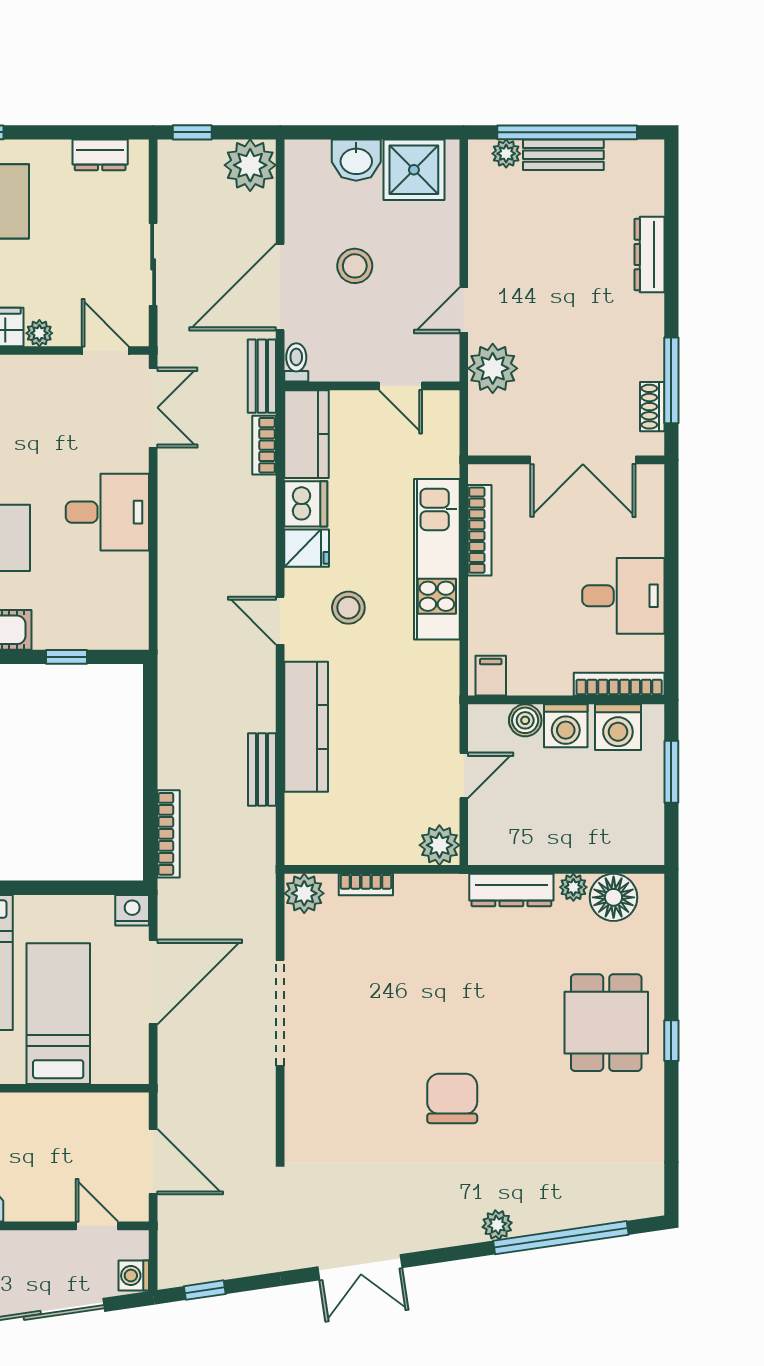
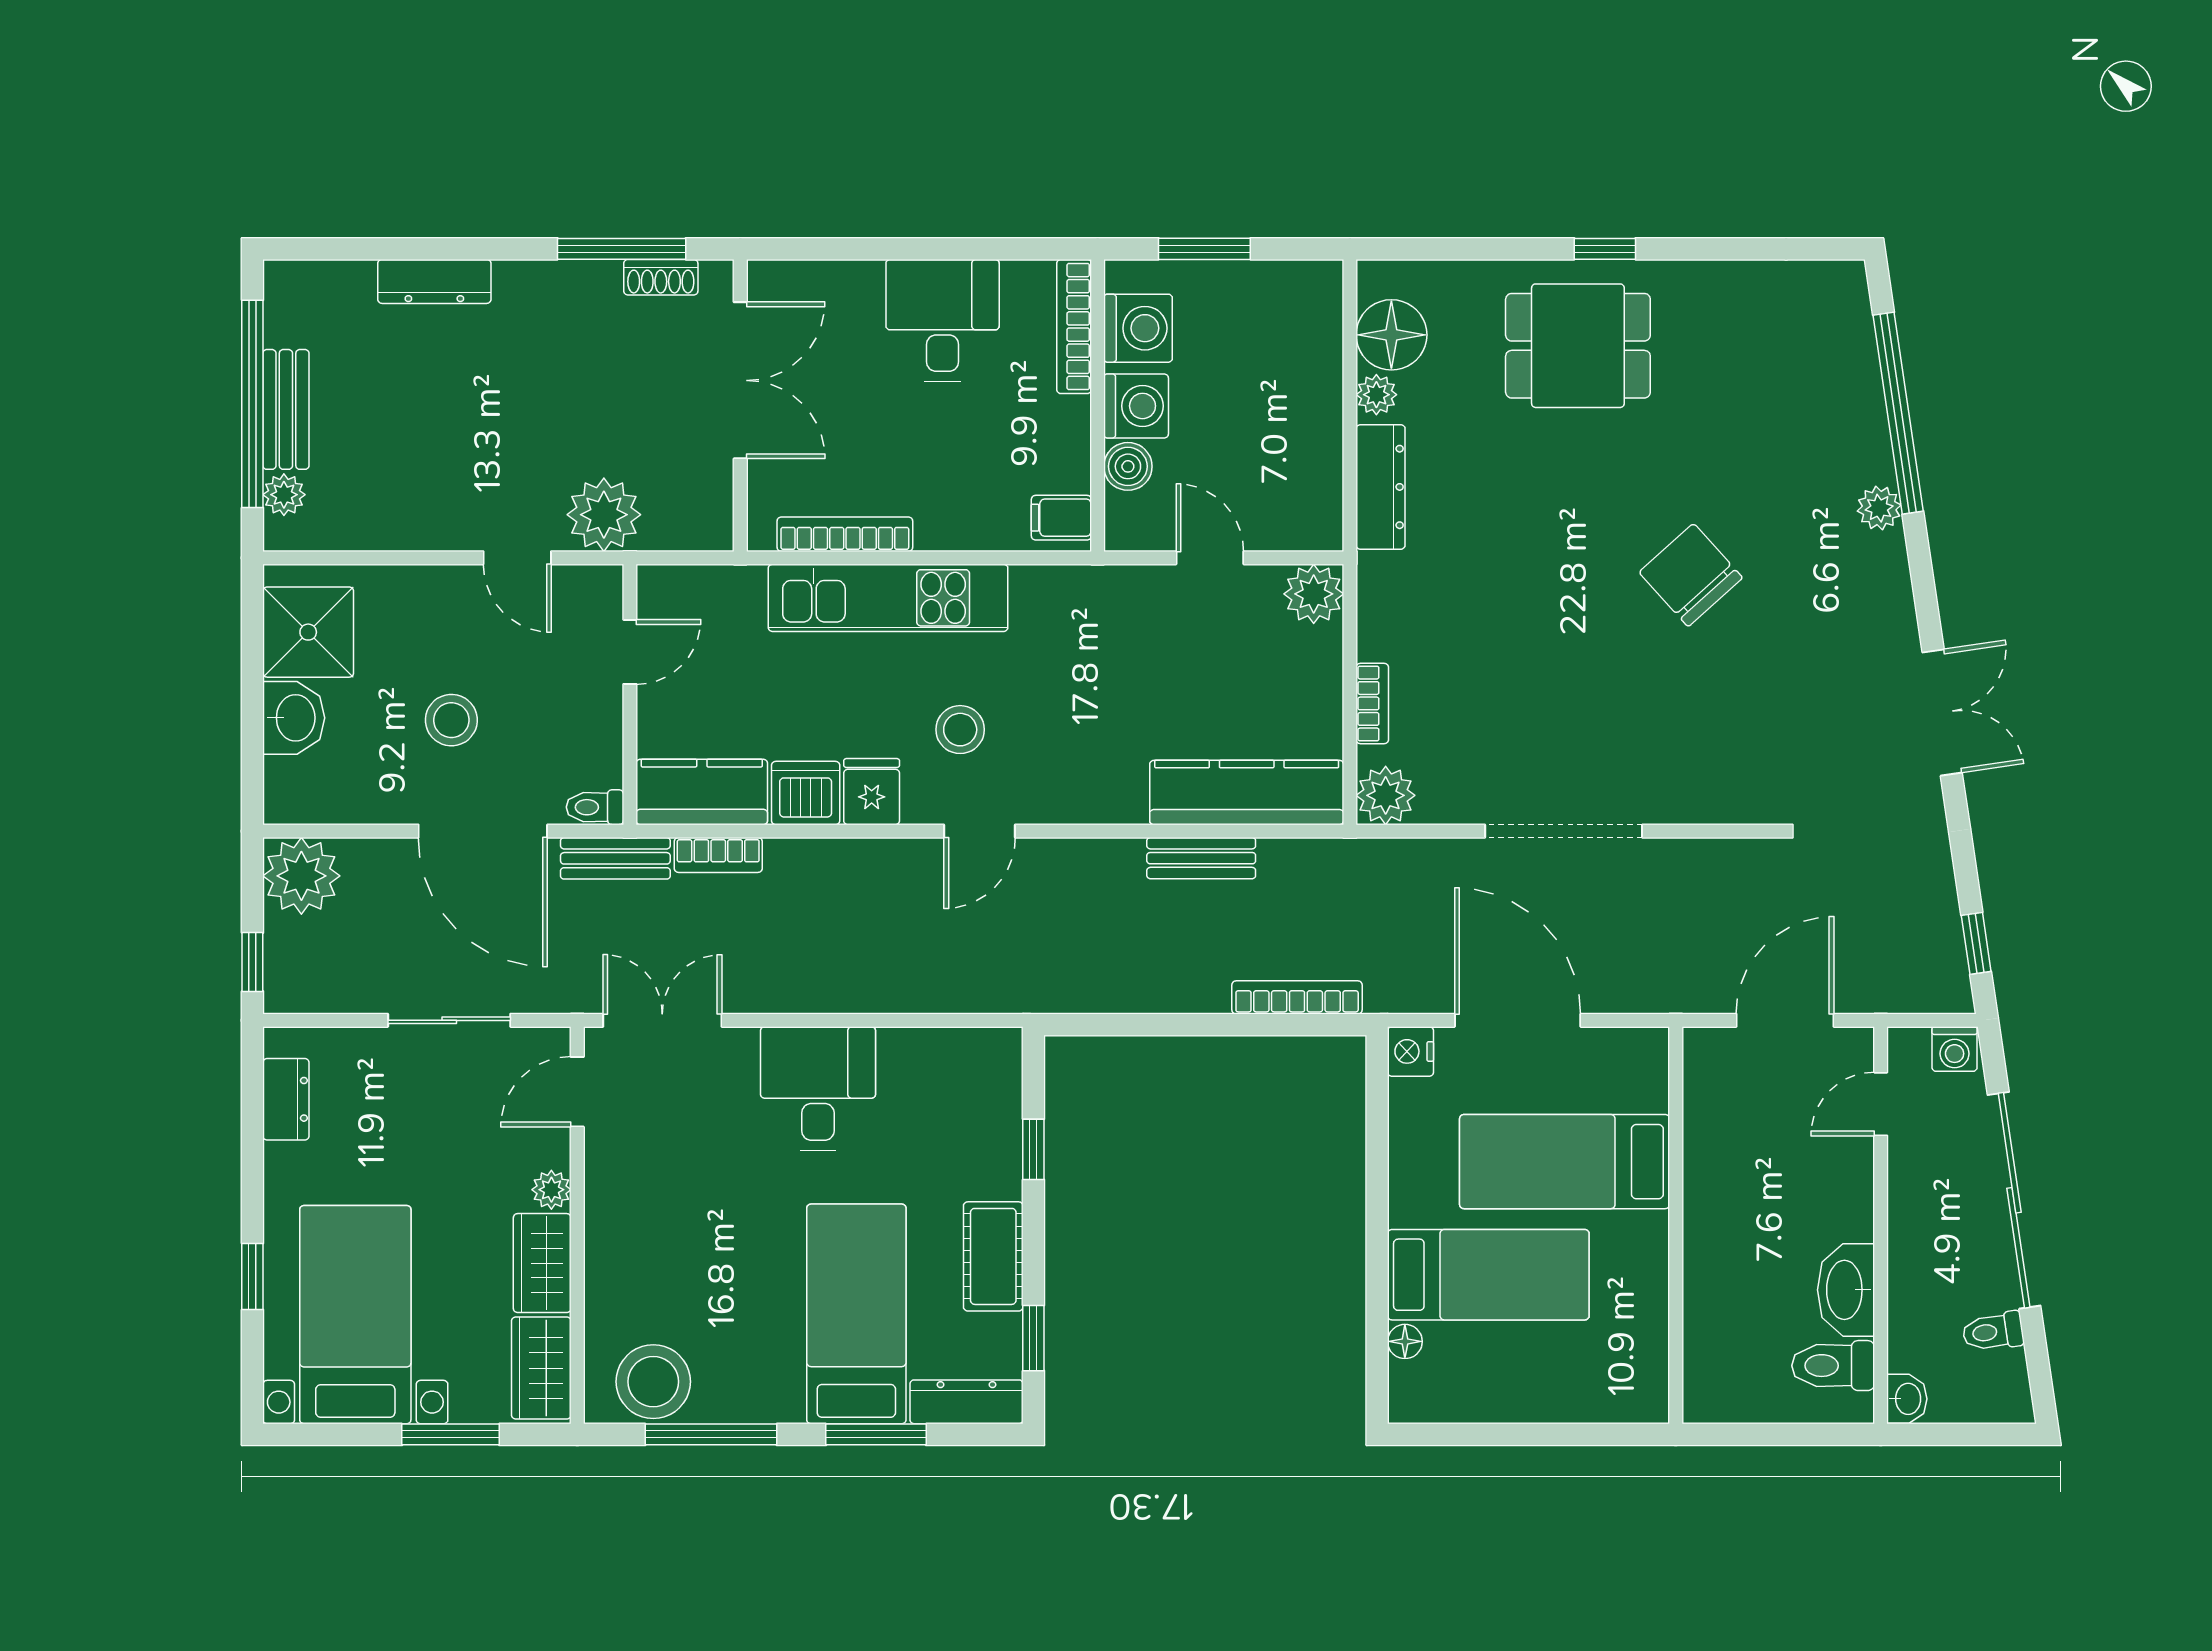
kitchen counter: (306, 727) -> (1247, 793), moved
chair: (452, 1098) -> (1691, 575), turned 48

